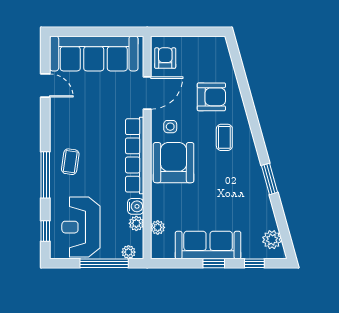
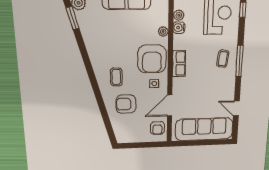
row of seats: (135, 155) -> (179, 64), width x0.50
window: (45, 175) -> (239, 61), moved
window: (270, 179) -> (72, 18), moved
plant: (158, 227) -> (163, 32), moved

